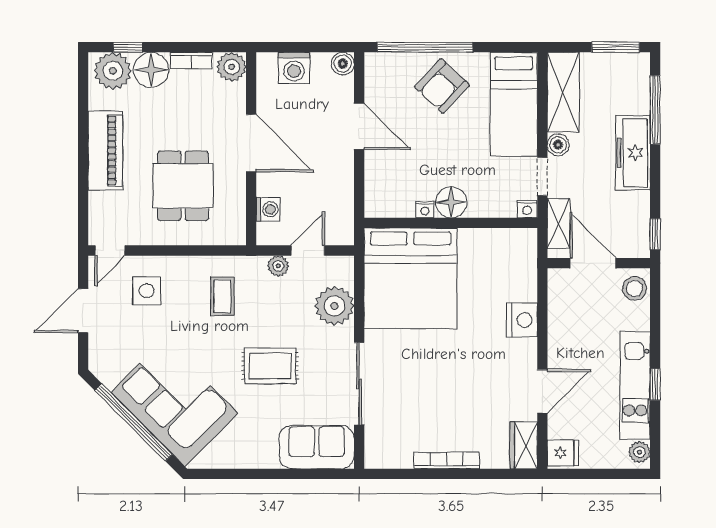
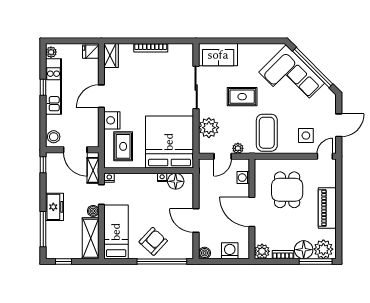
window: (128, 47) -> (316, 261), width x2.17
window: (616, 47) -> (63, 261), width x0.67
freezer: (633, 153) -> (55, 207), width x0.71
floor lamp: (451, 202) -> (176, 181), moved
rug: (500, 270) -> (123, 146), added
coffee table: (222, 296) -> (267, 133), width x1.86, depth x1.72
door: (542, 391) -> (101, 96), moved

